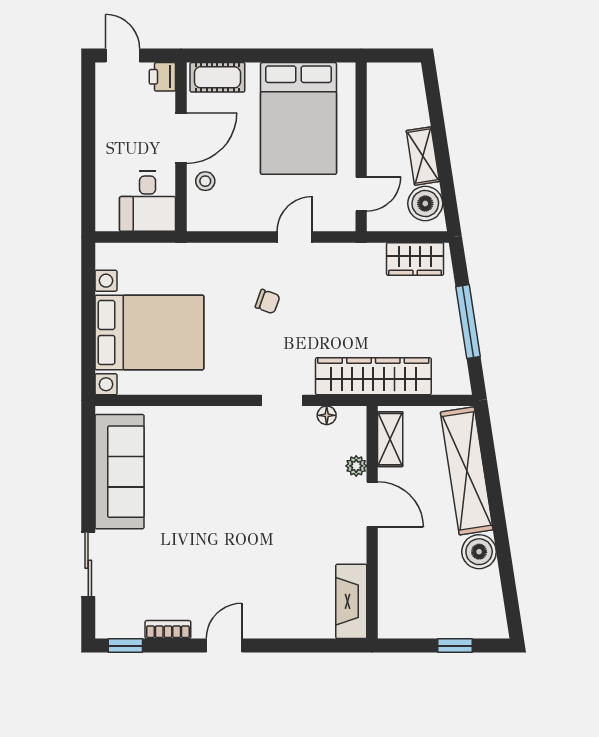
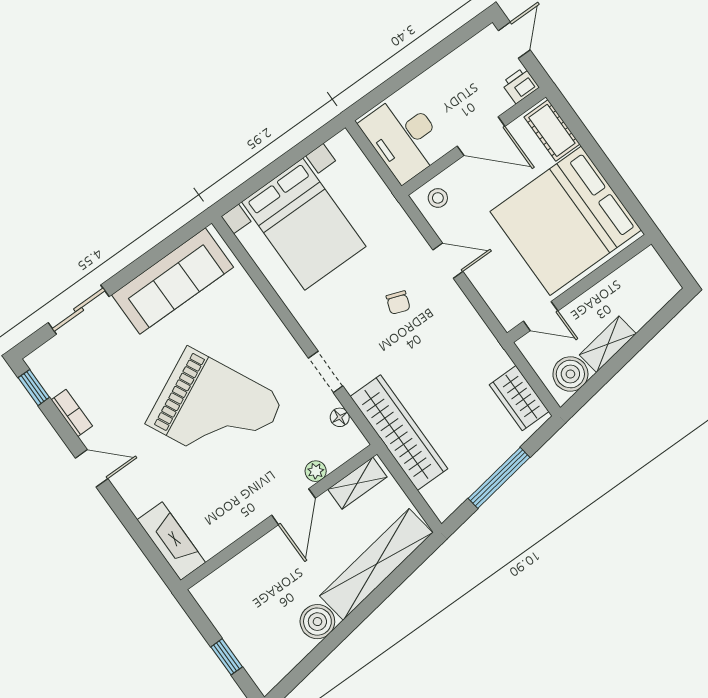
bed: (298, 118) -> (566, 221), width x1.36
stool: (205, 181) -> (438, 198), moved
desk: (148, 201) -> (404, 137), width x1.37
door: (295, 237) -> (448, 261), moved
grand piano: (249, 513) -> (215, 411), added
fireplace: (351, 601) -> (171, 541), moved, turned 90

